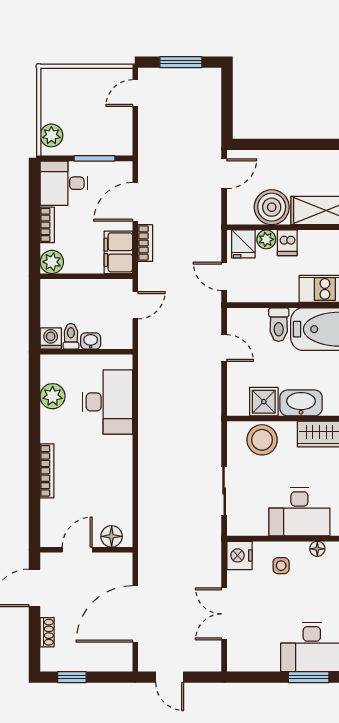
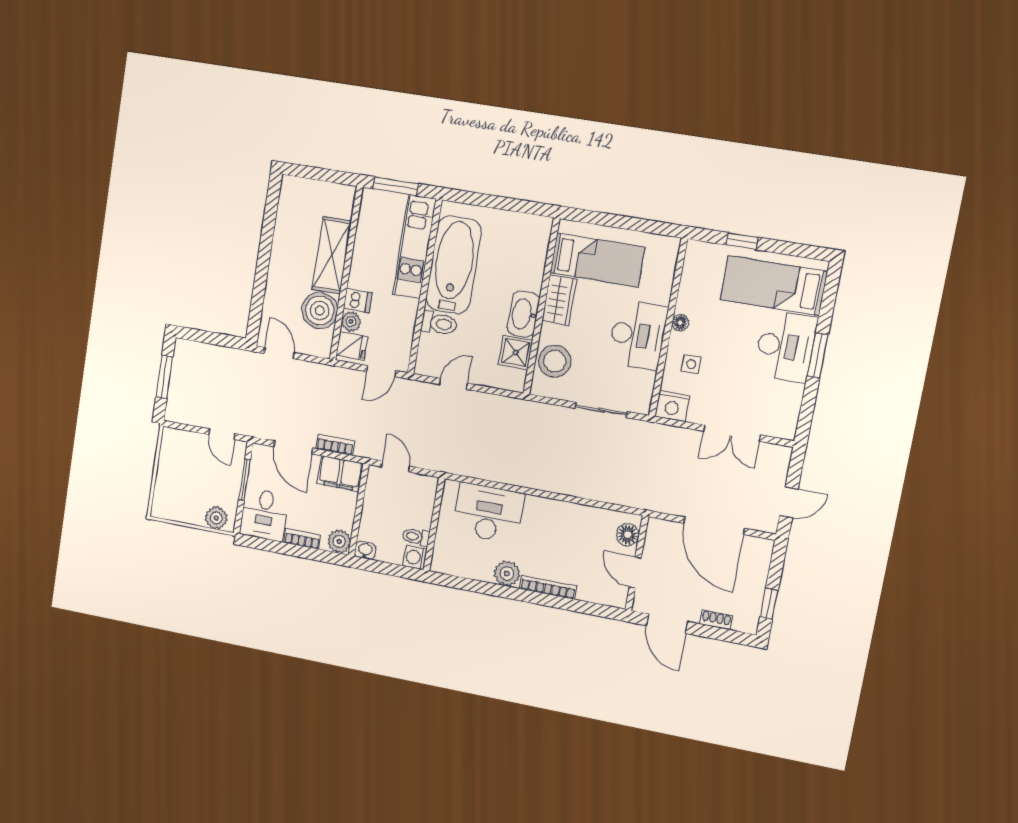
door: (135, 93) -> (222, 434), moved
washbasin: (91, 341) -> (365, 550), moved, turned 90
plant: (53, 396) -> (507, 573), moved

